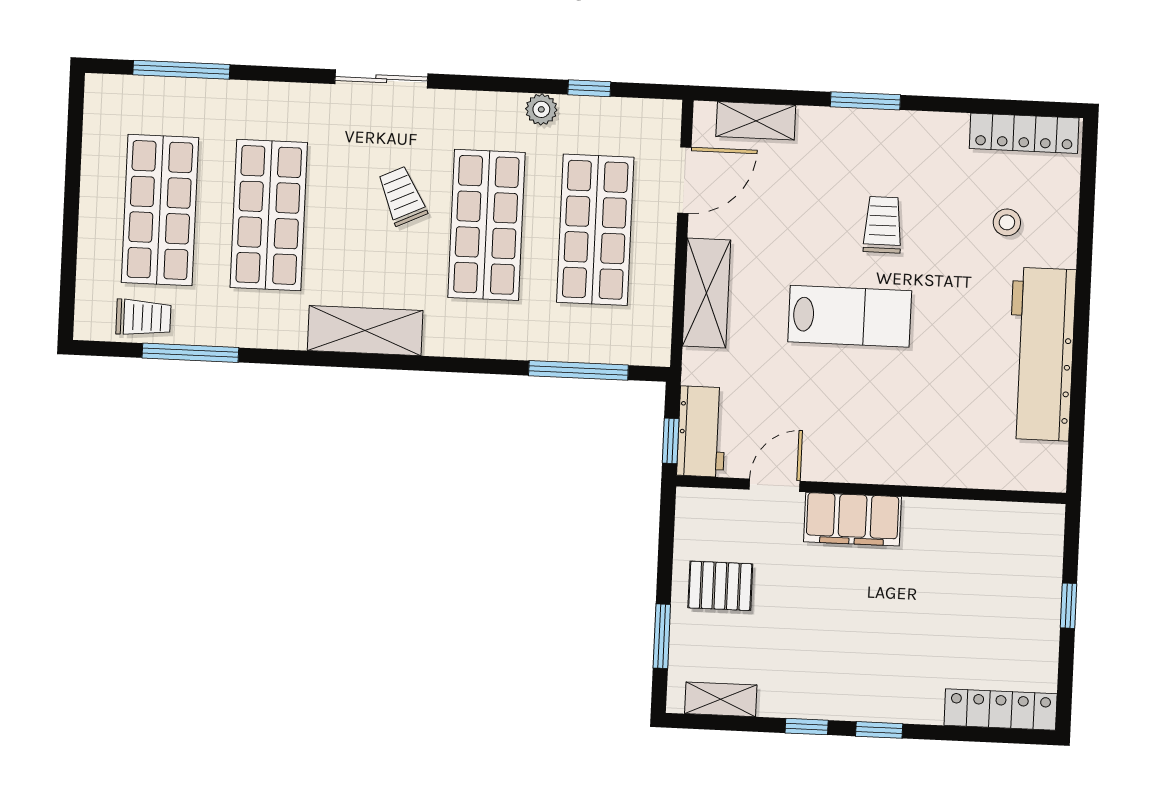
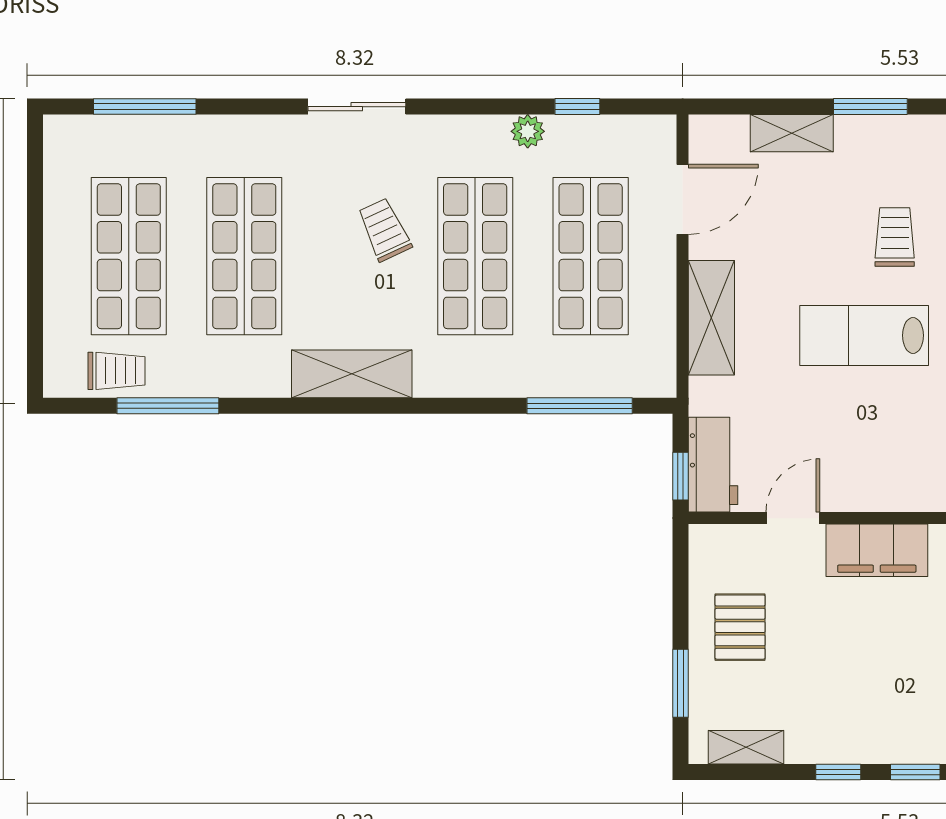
shelving: (756, 121) -> (792, 133), moved
lab bench: (850, 316) -> (864, 335), turned 180
pallet: (720, 586) -> (740, 627), turned 90

